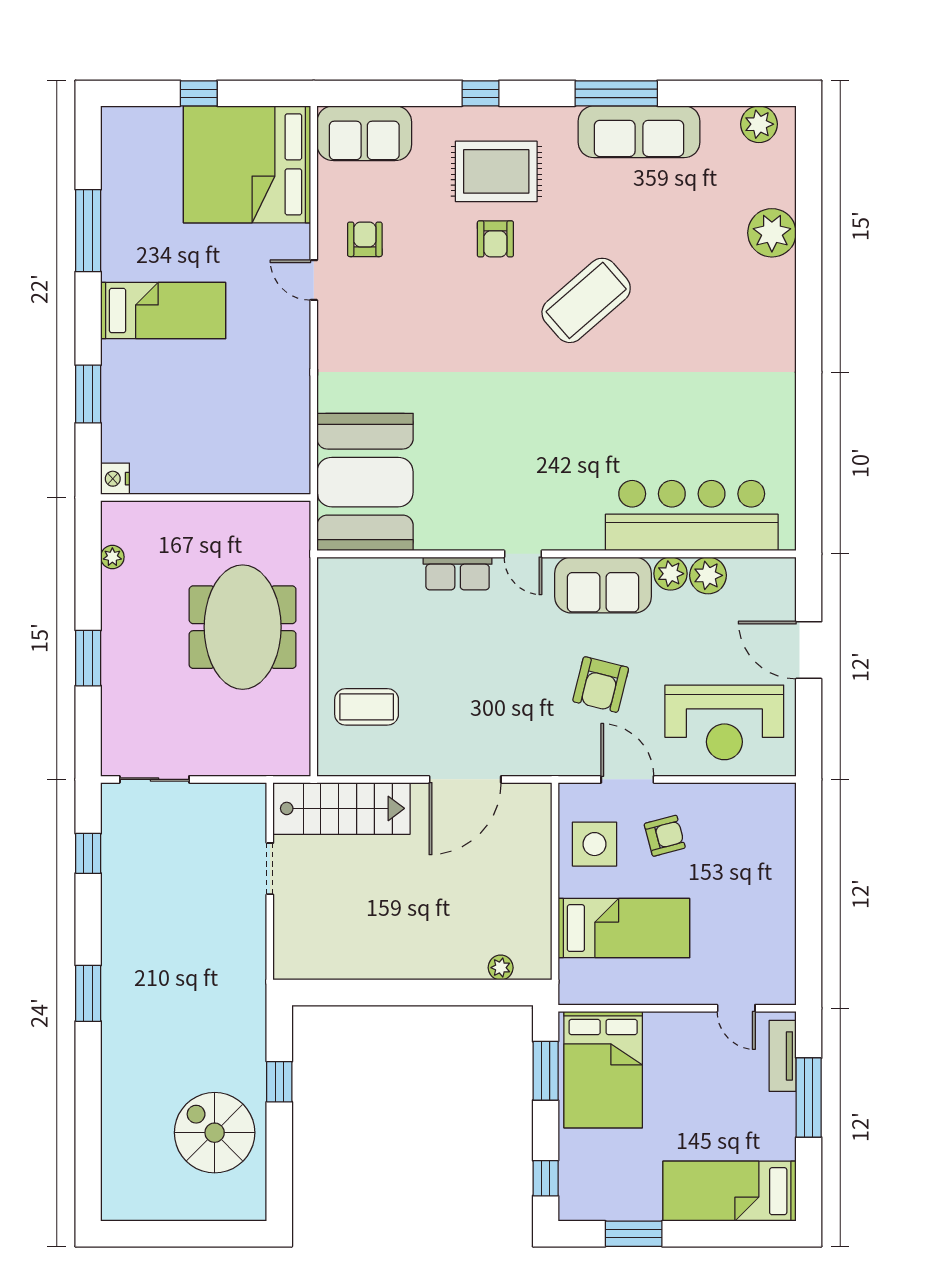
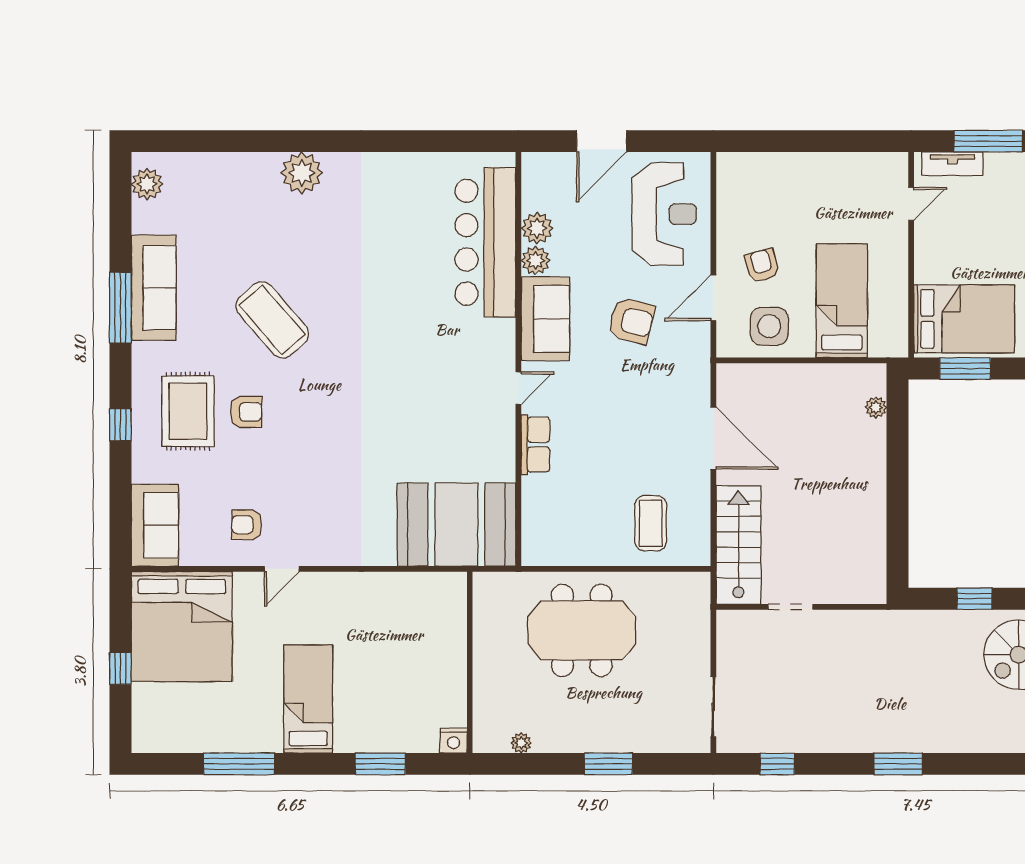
plant: (772, 233) -> (302, 173), moved
coffee table: (586, 300) -> (272, 320), moved

